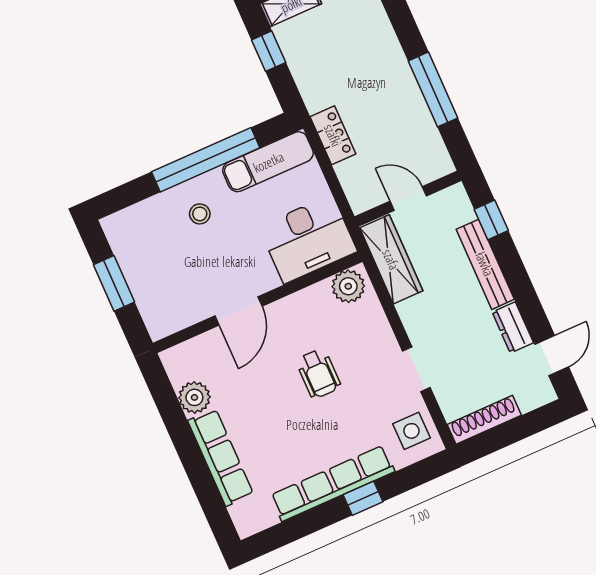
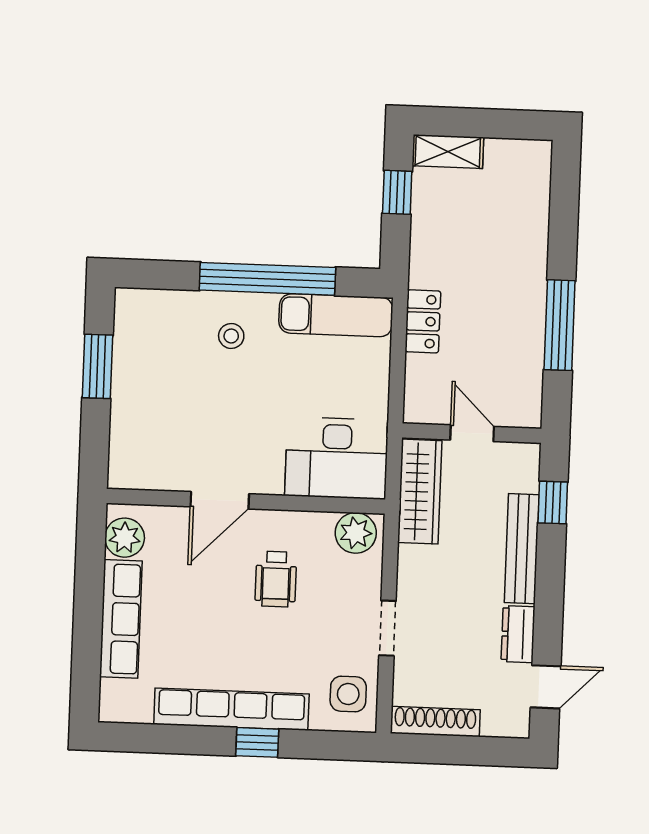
desk: (308, 239) -> (337, 458), moved
plant: (348, 286) -> (356, 533), moved
wall: (258, 302) -> (246, 501), moved
door: (238, 311) -> (220, 500), moved

